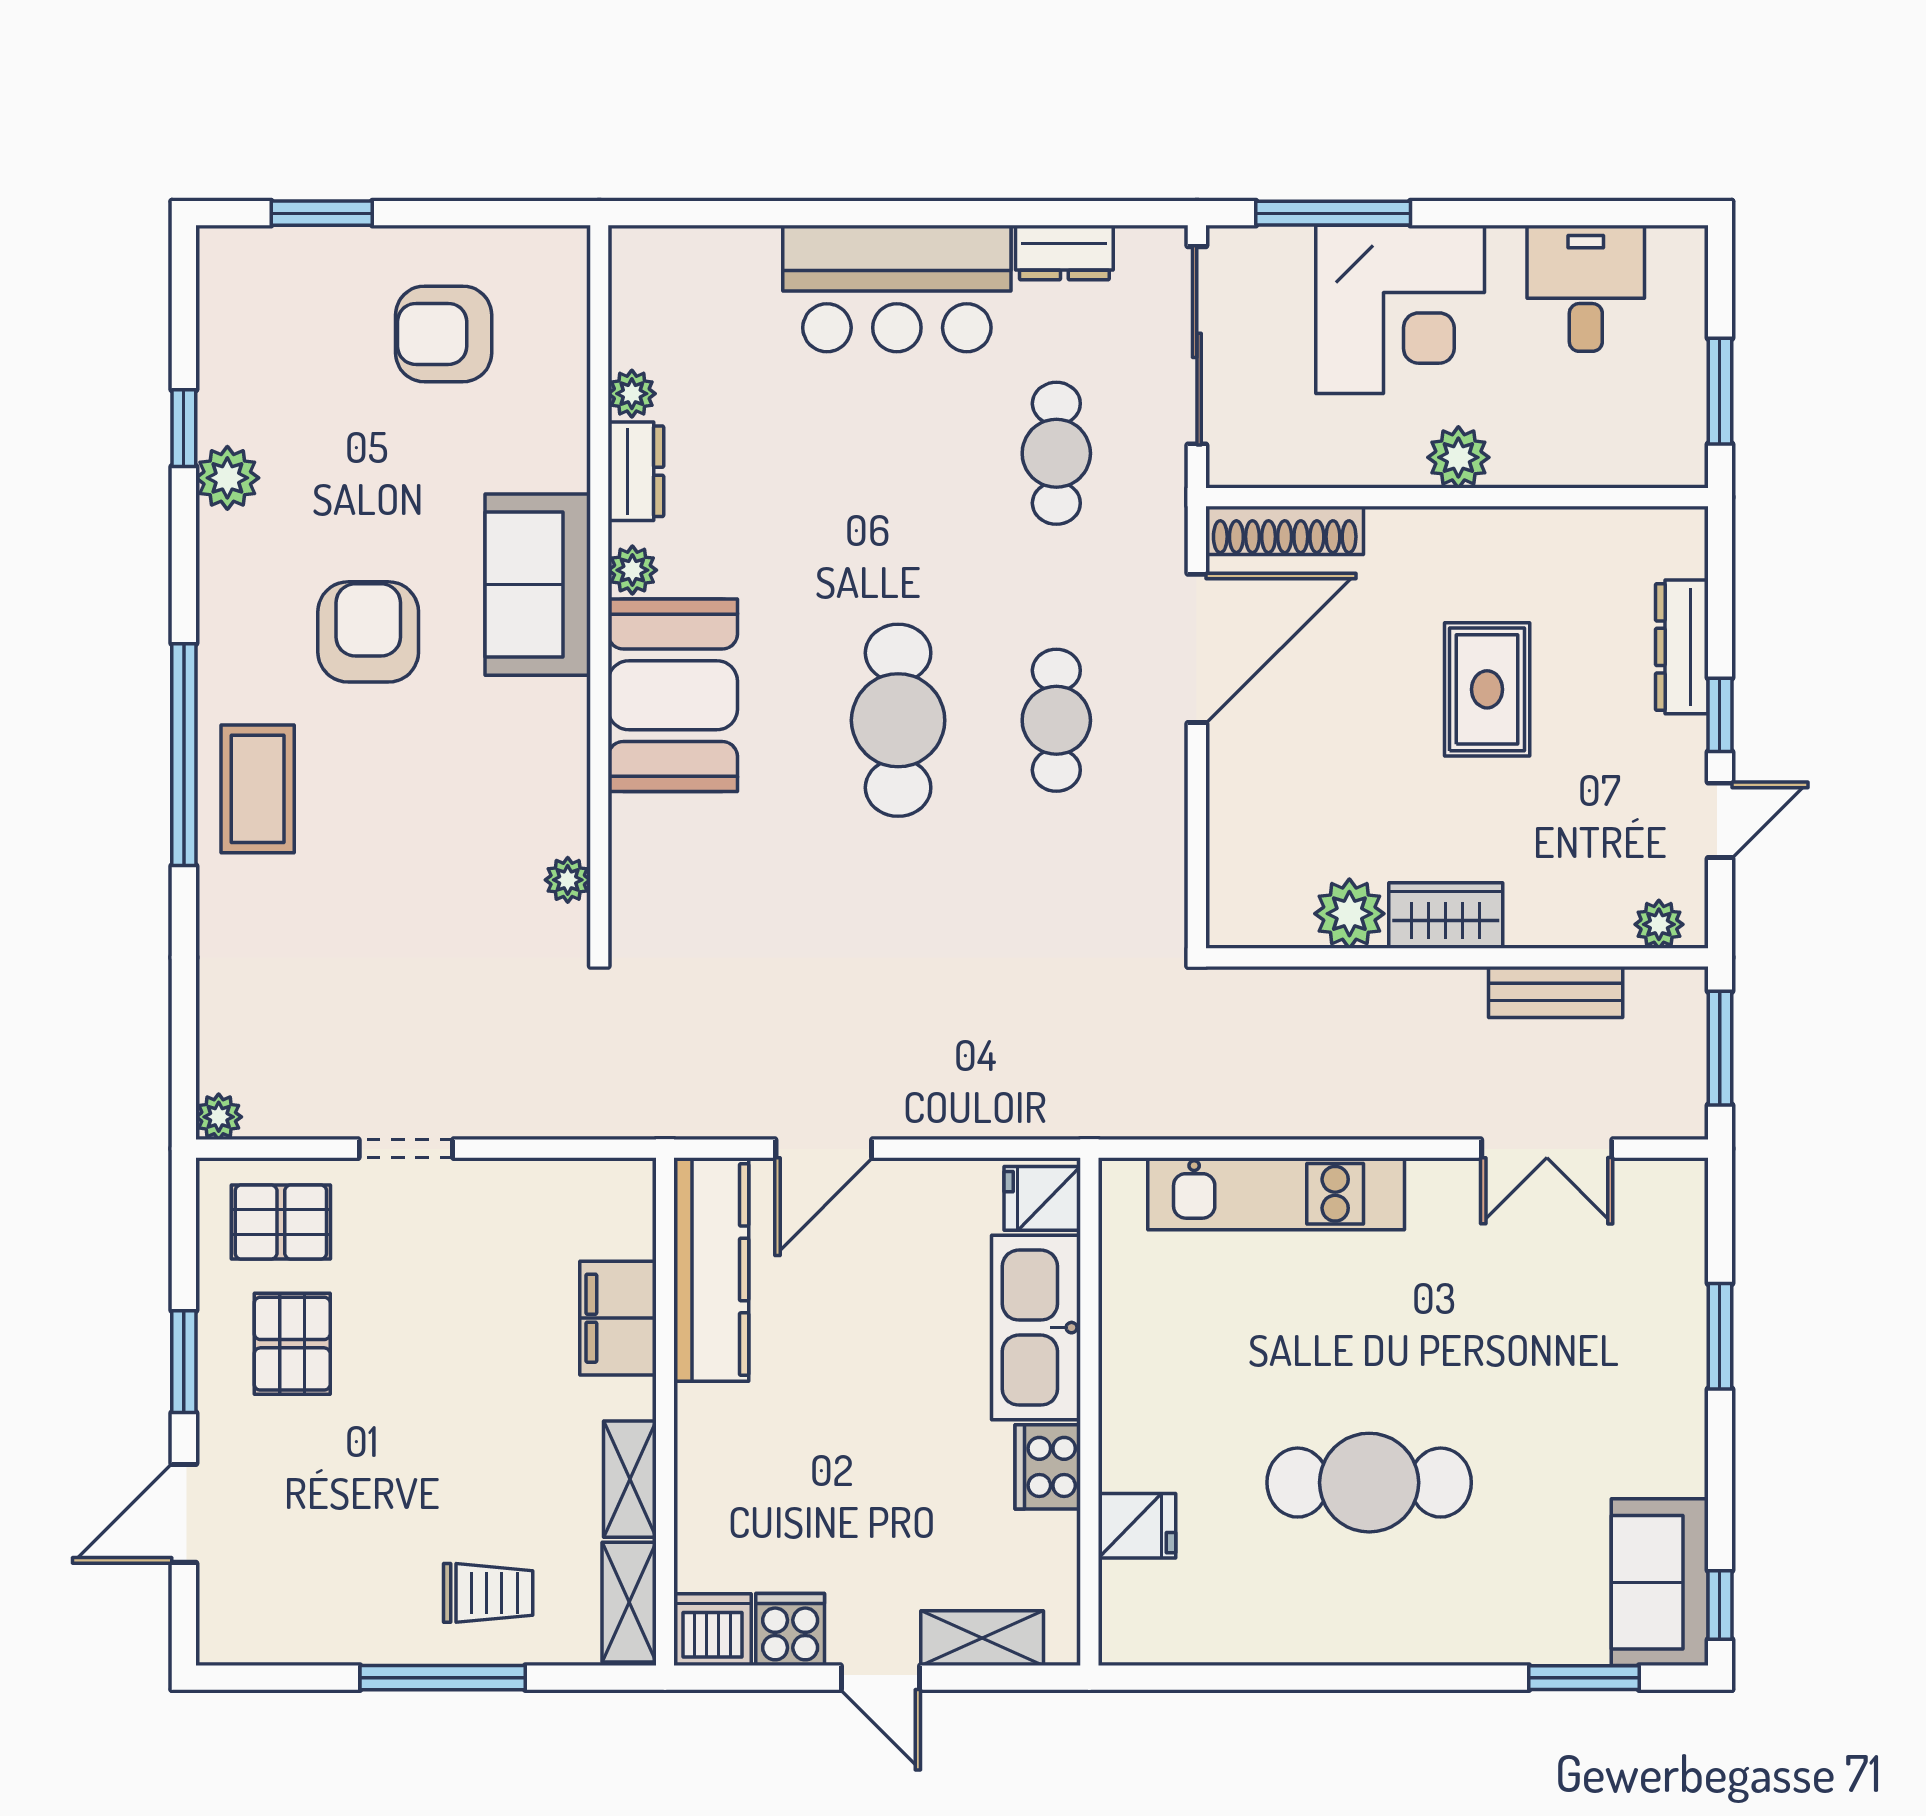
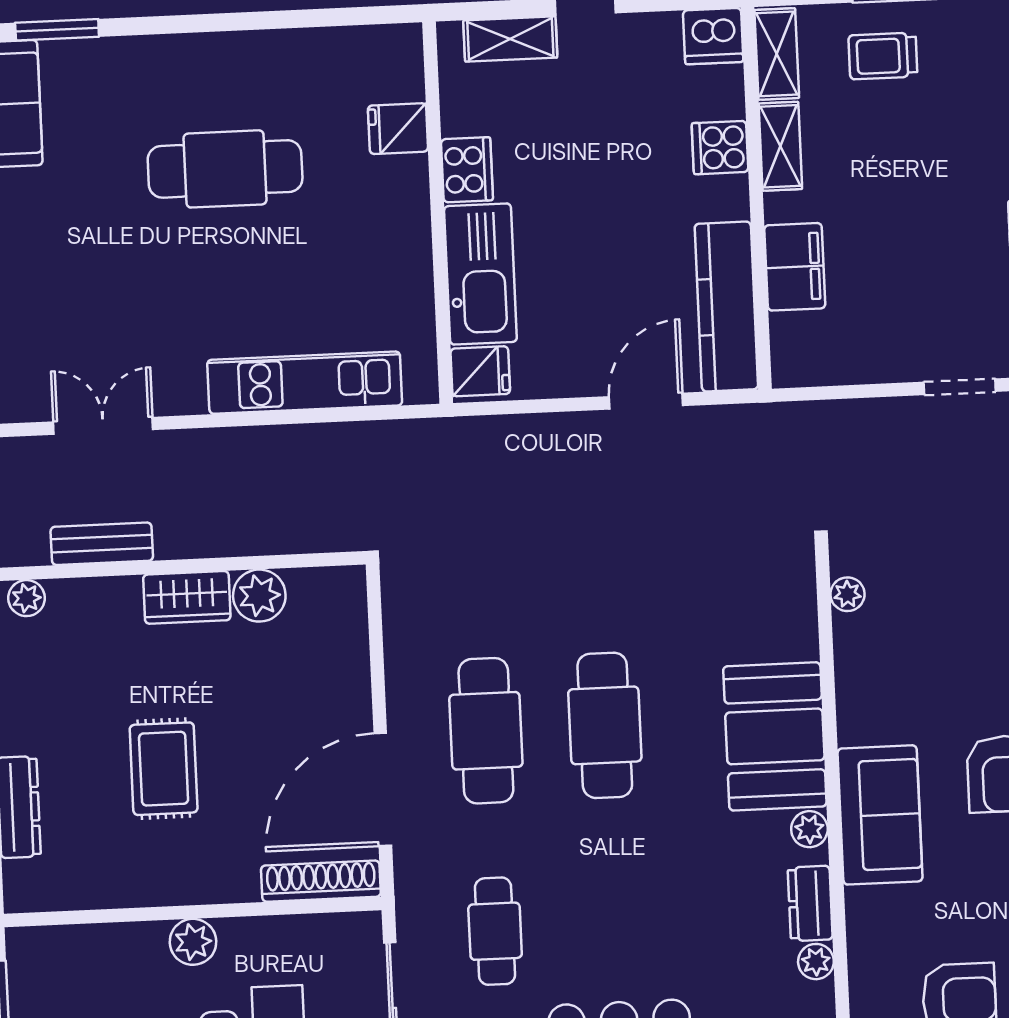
cafe table: (1056, 720) -> (486, 731), width x1.37, depth x1.35
cooker: (790, 1630) -> (720, 148), moved, turned 90

